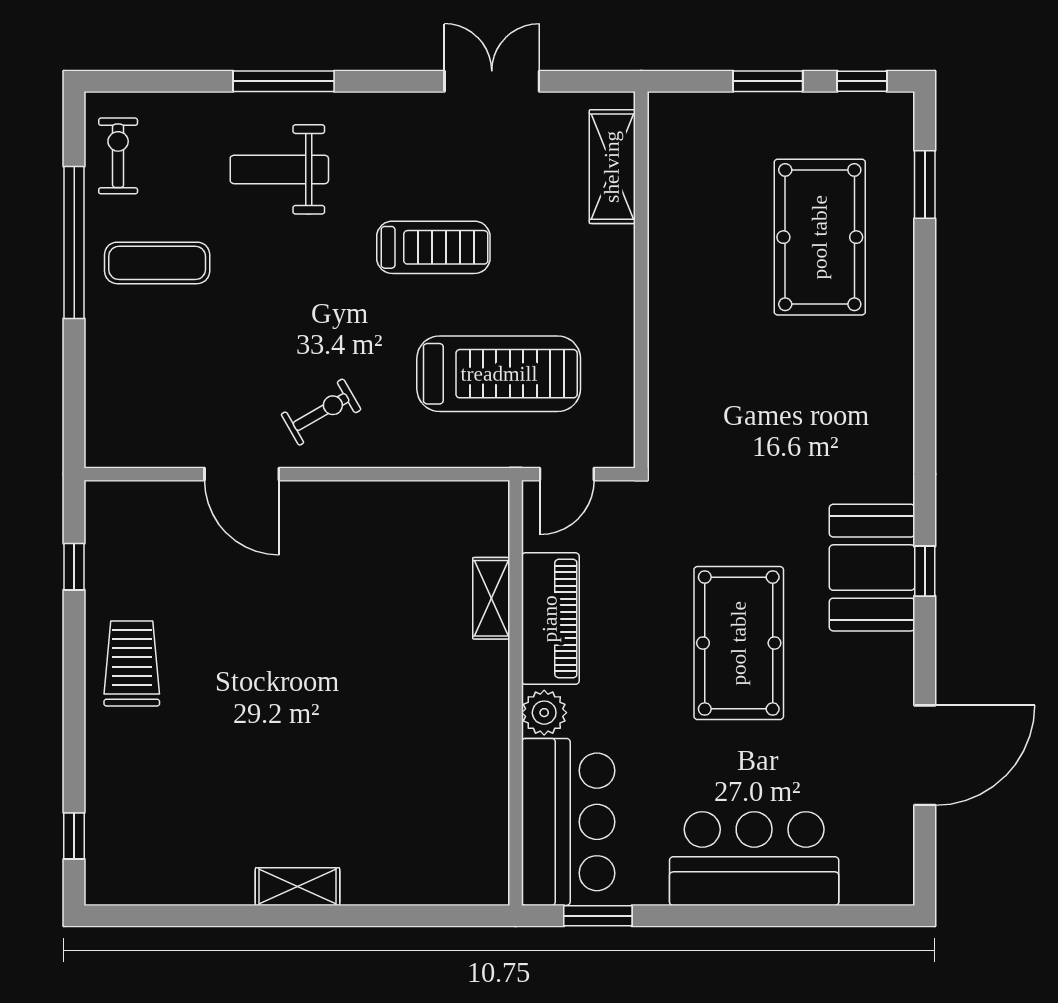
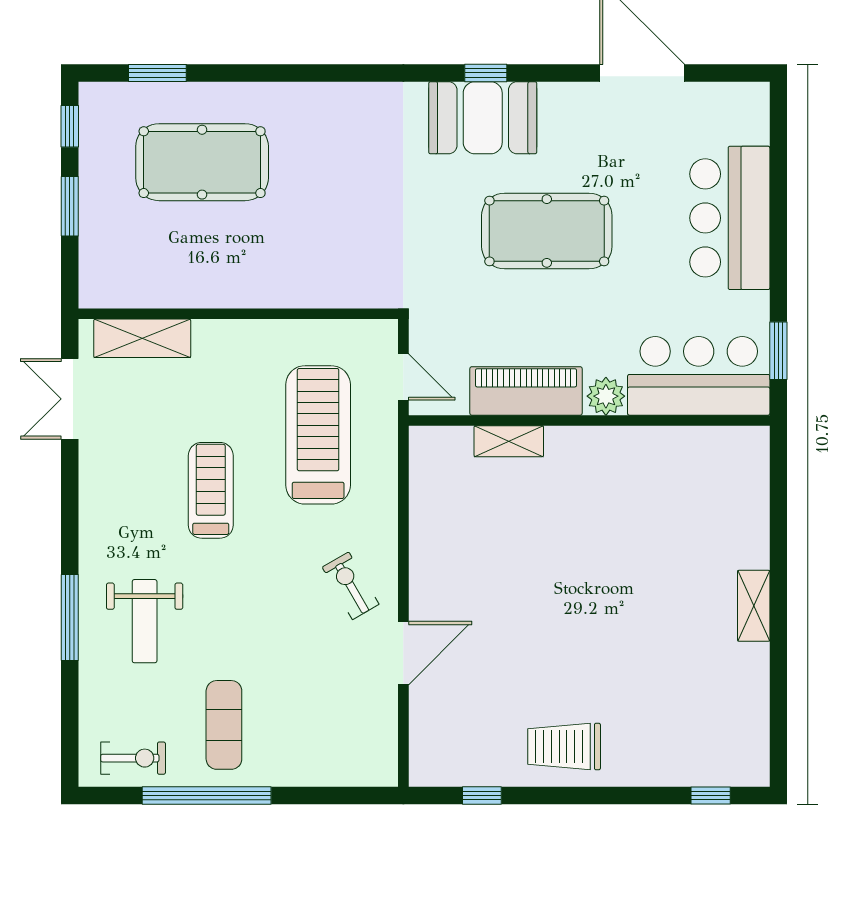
double door: (492, 81) -> (70, 399), moved
exercise bike: (118, 156) -> (133, 758), turned 180

